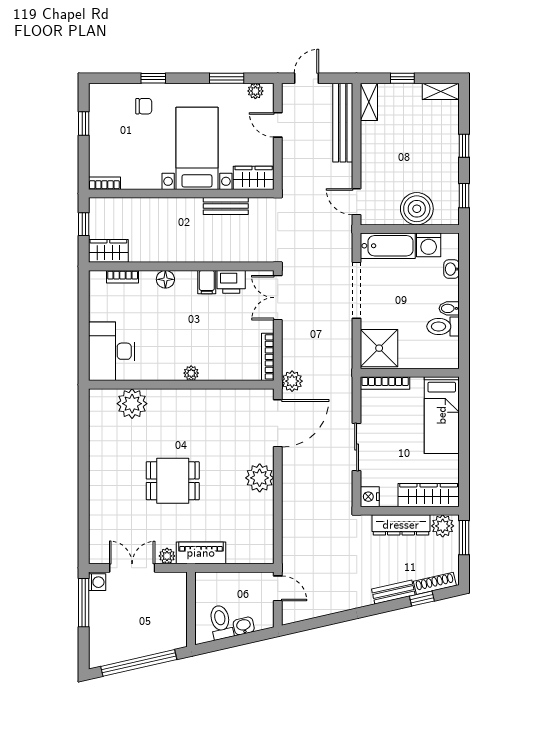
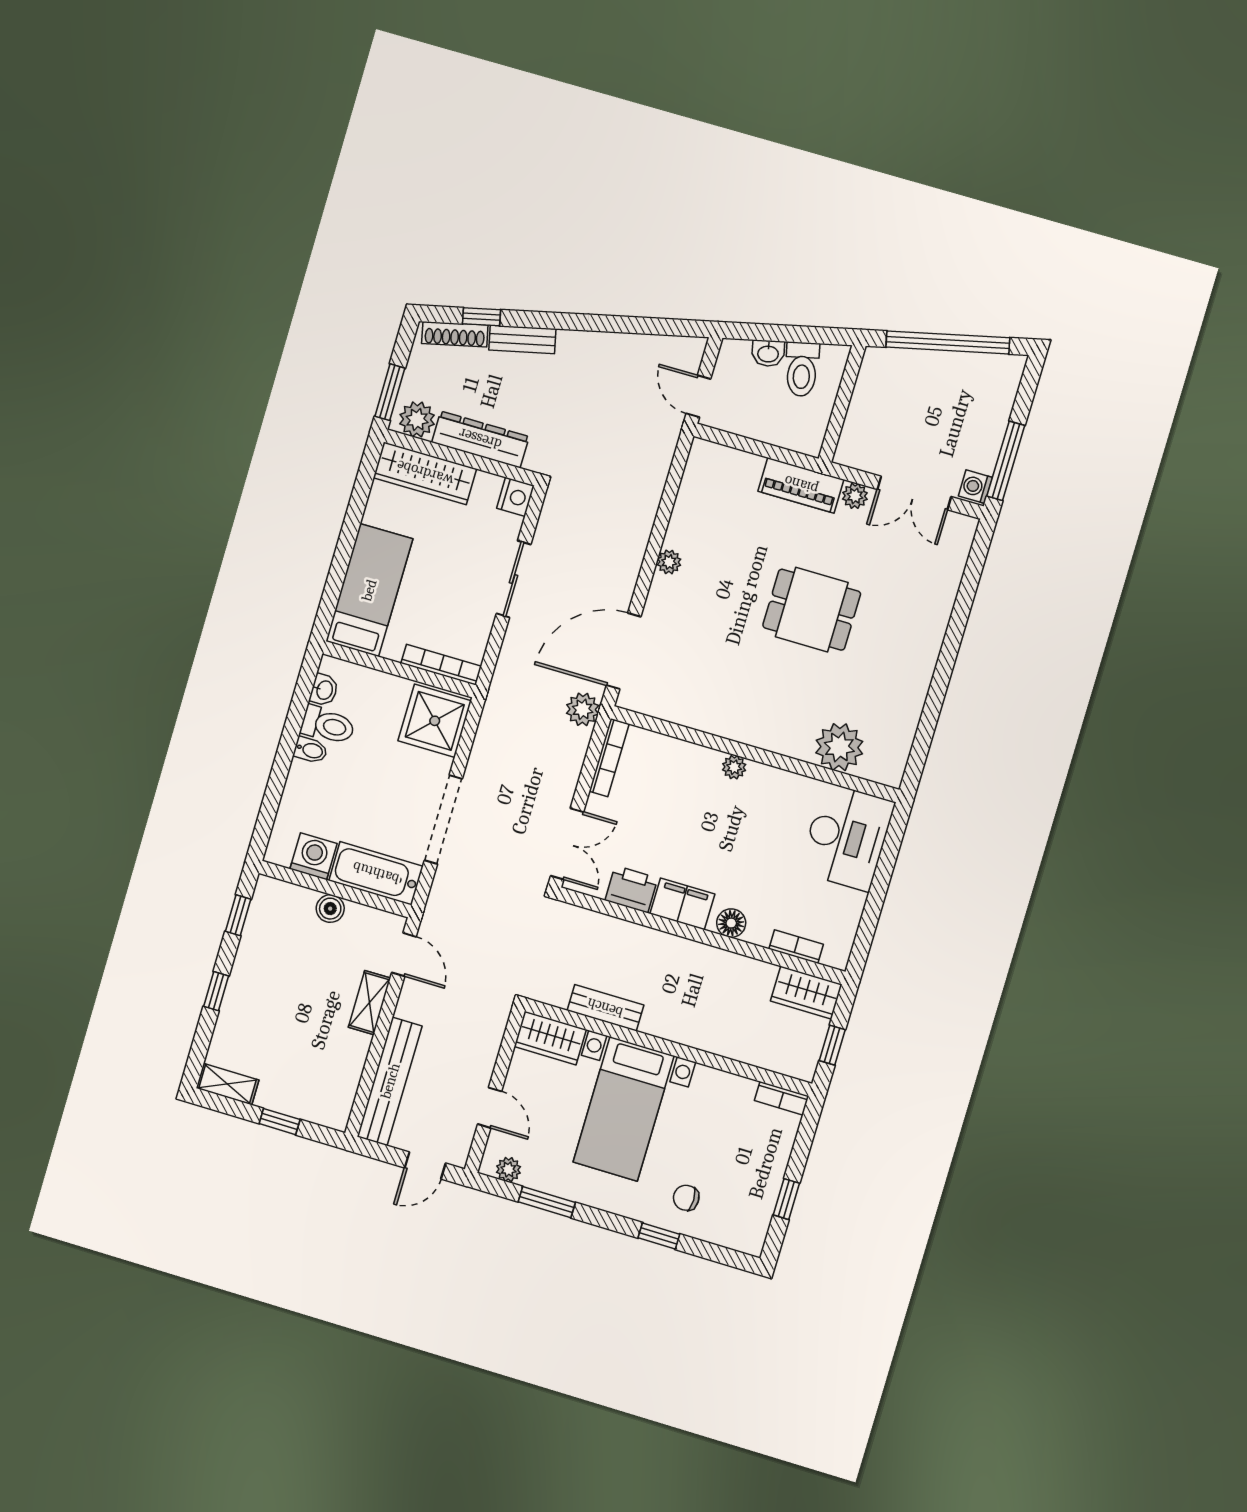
shelving: (369, 102) -> (369, 1003), moved
boiler: (417, 209) -> (330, 909), width x0.54, depth x0.54
washbasin: (451, 269) -> (324, 690), moved
filing cabinet: (207, 282) -> (682, 904), width x2.00
plant: (260, 478) -> (669, 562), width x0.53, depth x0.53

